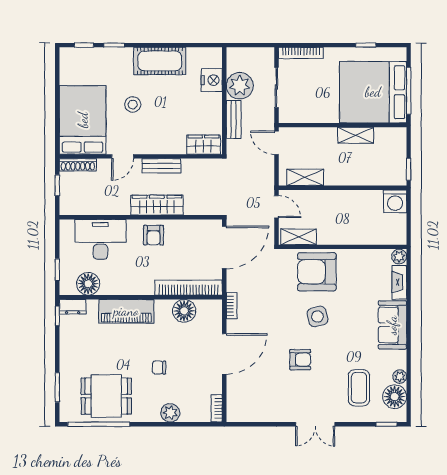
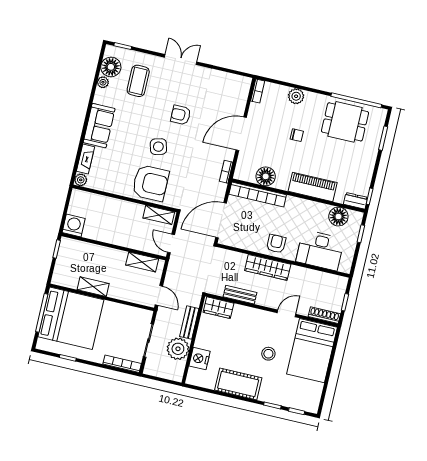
bench: (161, 166) -> (240, 295), moved

